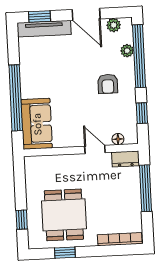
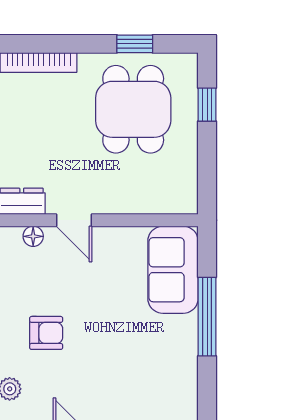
armchair: (108, 84) -> (46, 333), turned 90
window: (16, 98) -> (207, 317), width x0.68

